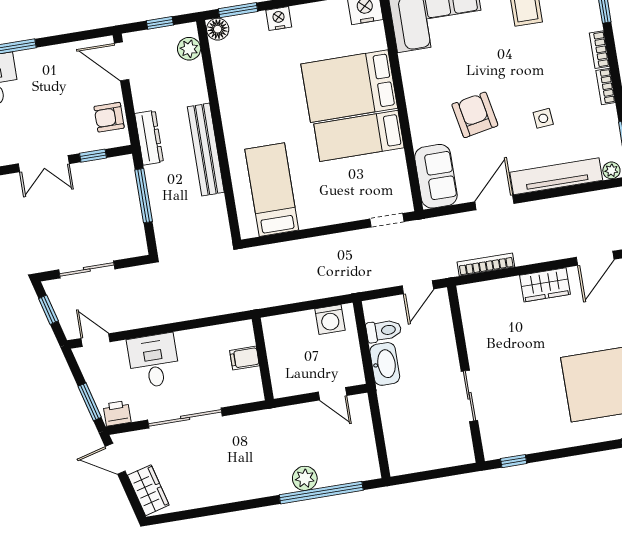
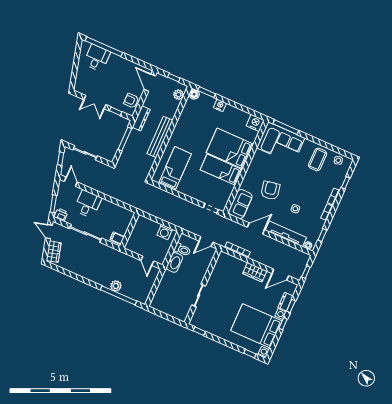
filing cabinet: (245, 358) -> (117, 238), moved

